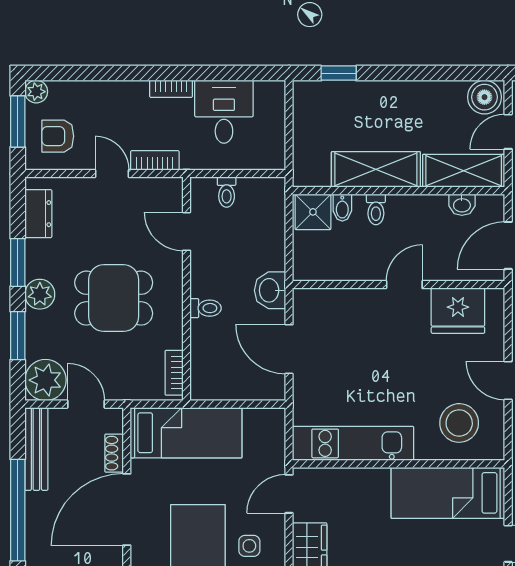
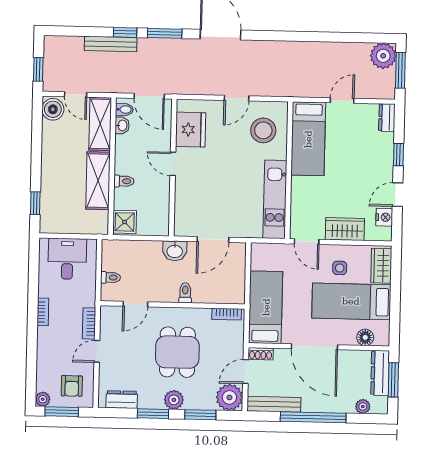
desk: (224, 112) -> (67, 259), moved, turned 90
bidet: (342, 208) -> (124, 110), moved
shoe rack: (114, 453) -> (261, 354), moved

